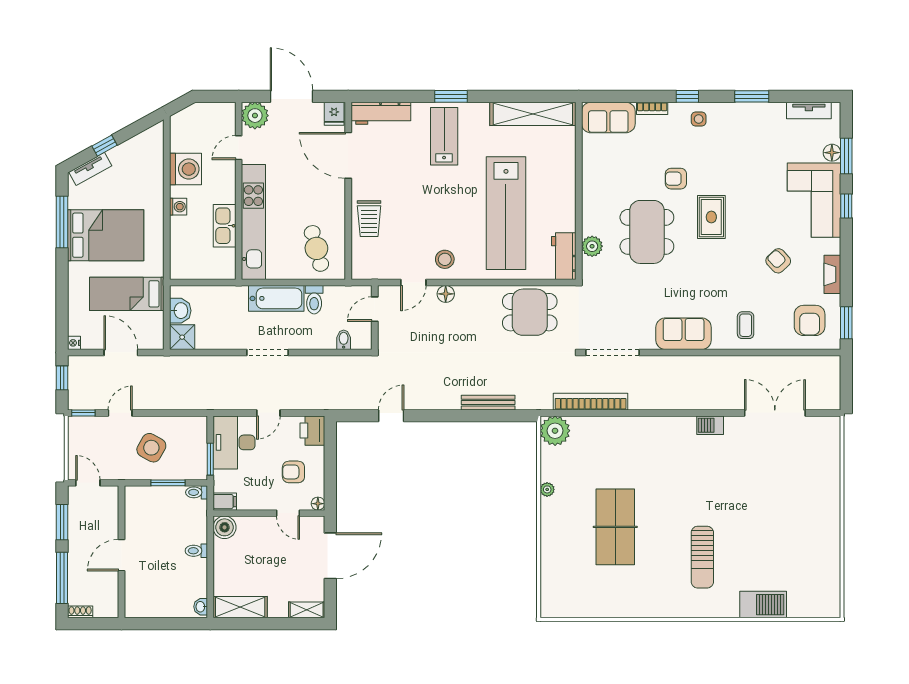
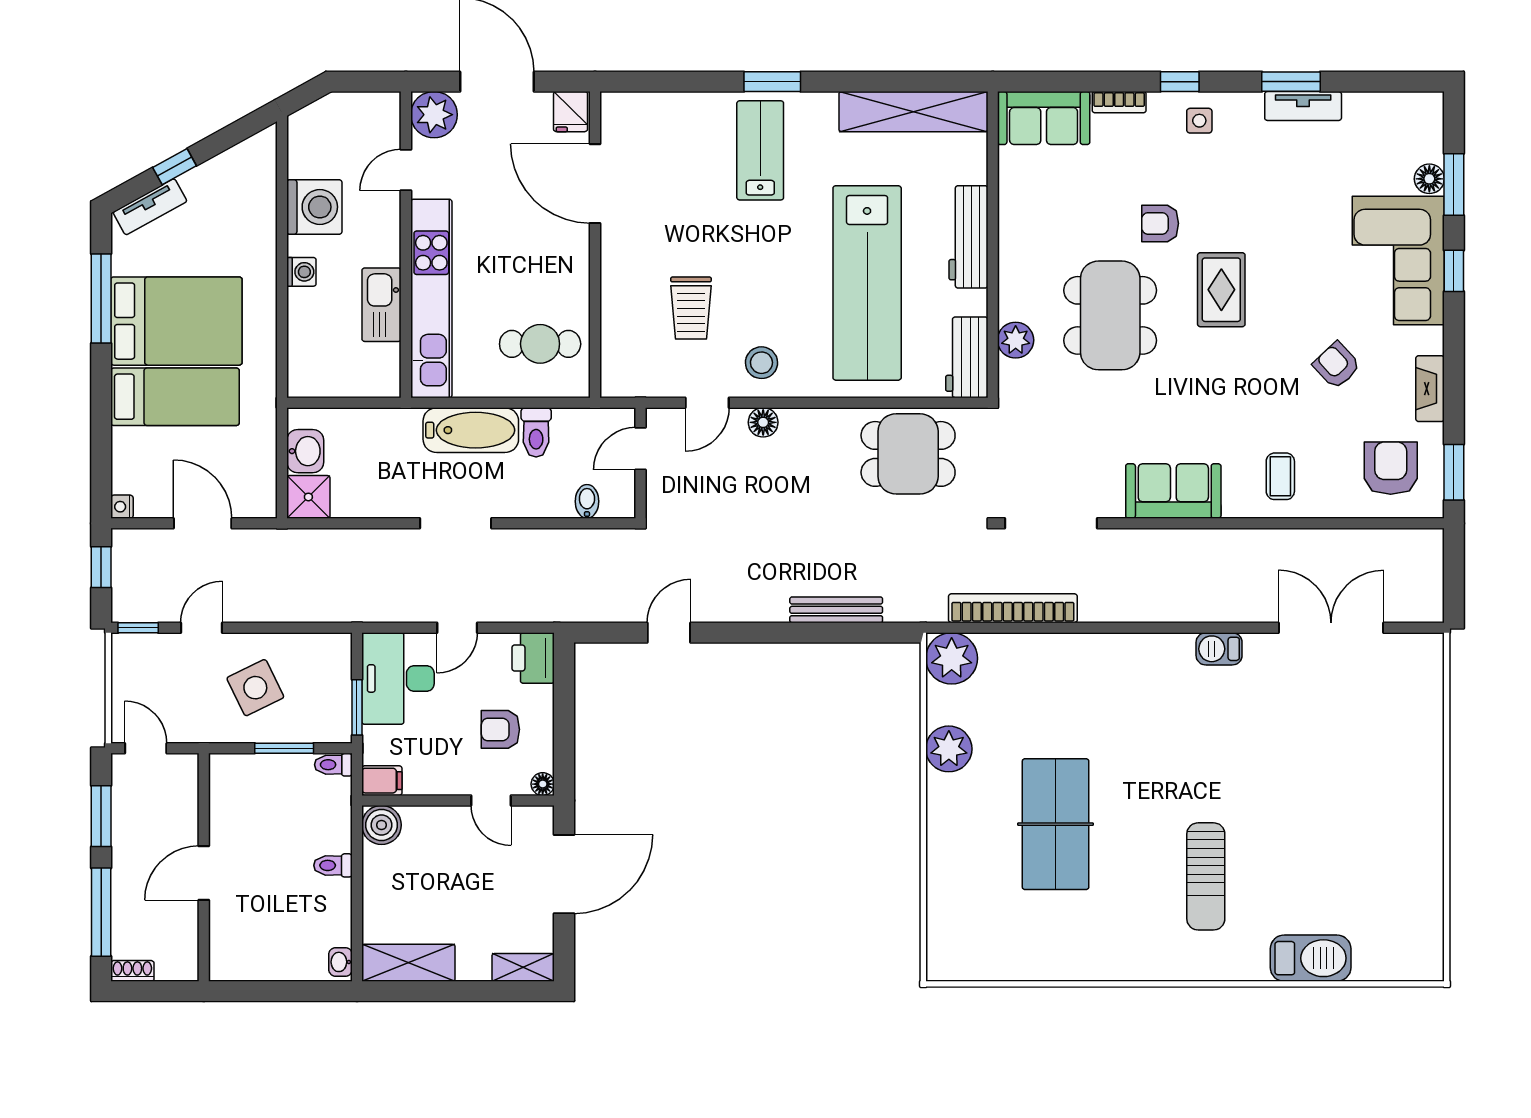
tv unit: (809, 111) -> (1303, 106), moved
workbench: (381, 113) -> (968, 237), moved, turned 90
trolley: (369, 219) -> (691, 308), moved
cafe table: (316, 248) -> (540, 344), turned -75
bed: (127, 294) -> (175, 397), moved, turned 180
armchair: (810, 320) -> (1391, 468), turned 180
side table: (151, 448) -> (255, 688), turned 35
plant: (547, 489) -> (949, 749), width x1.88, depth x1.88

